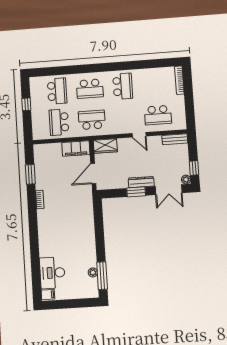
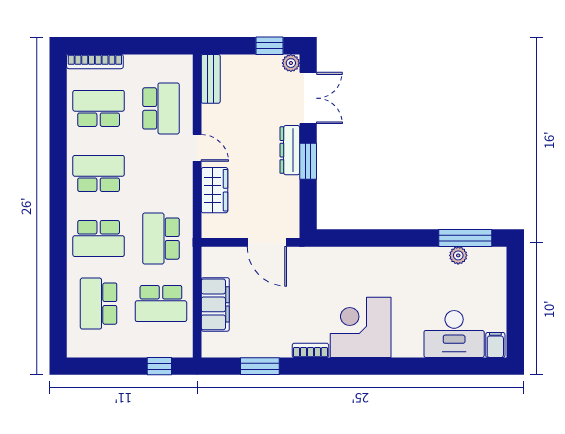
school desk: (156, 84) -> (99, 108), added
school desk: (90, 89) -> (99, 239), turned 90
school desk: (57, 91) -> (99, 304), turned -90
window: (26, 104) -> (159, 366), moved
door: (139, 135) -> (197, 148), hinge flipped
wardrobe: (105, 146) -> (214, 190), moved
filing cabinet: (76, 148) -> (215, 304), moved
corner desk: (53, 224) -> (361, 327), added

